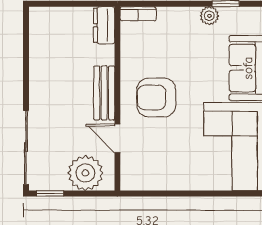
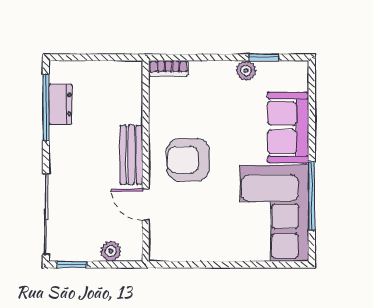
dresser: (104, 25) -> (60, 104), moved, turned 180
window: (26, 50) -> (46, 107), added
plant: (85, 173) -> (111, 251), width x0.53, depth x0.53

